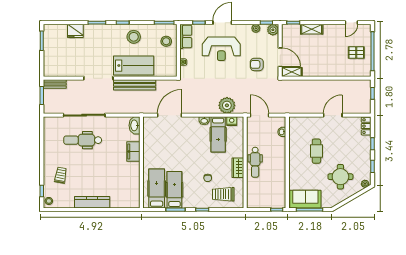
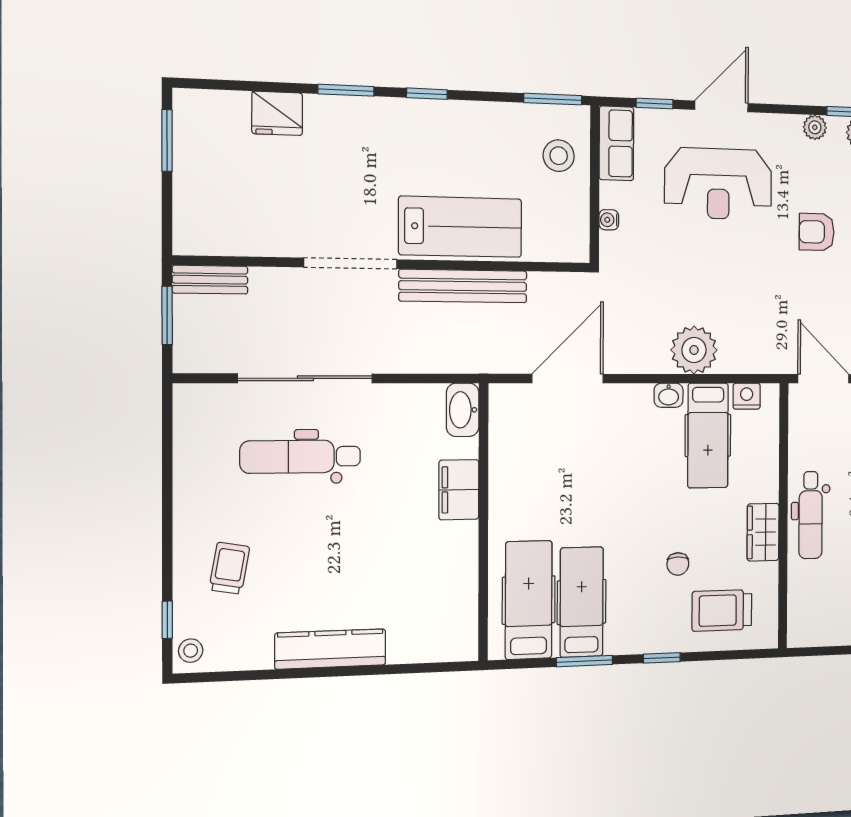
stool: (134, 37) -> (461, 139), removed
plant: (227, 105) -> (694, 350), moved

